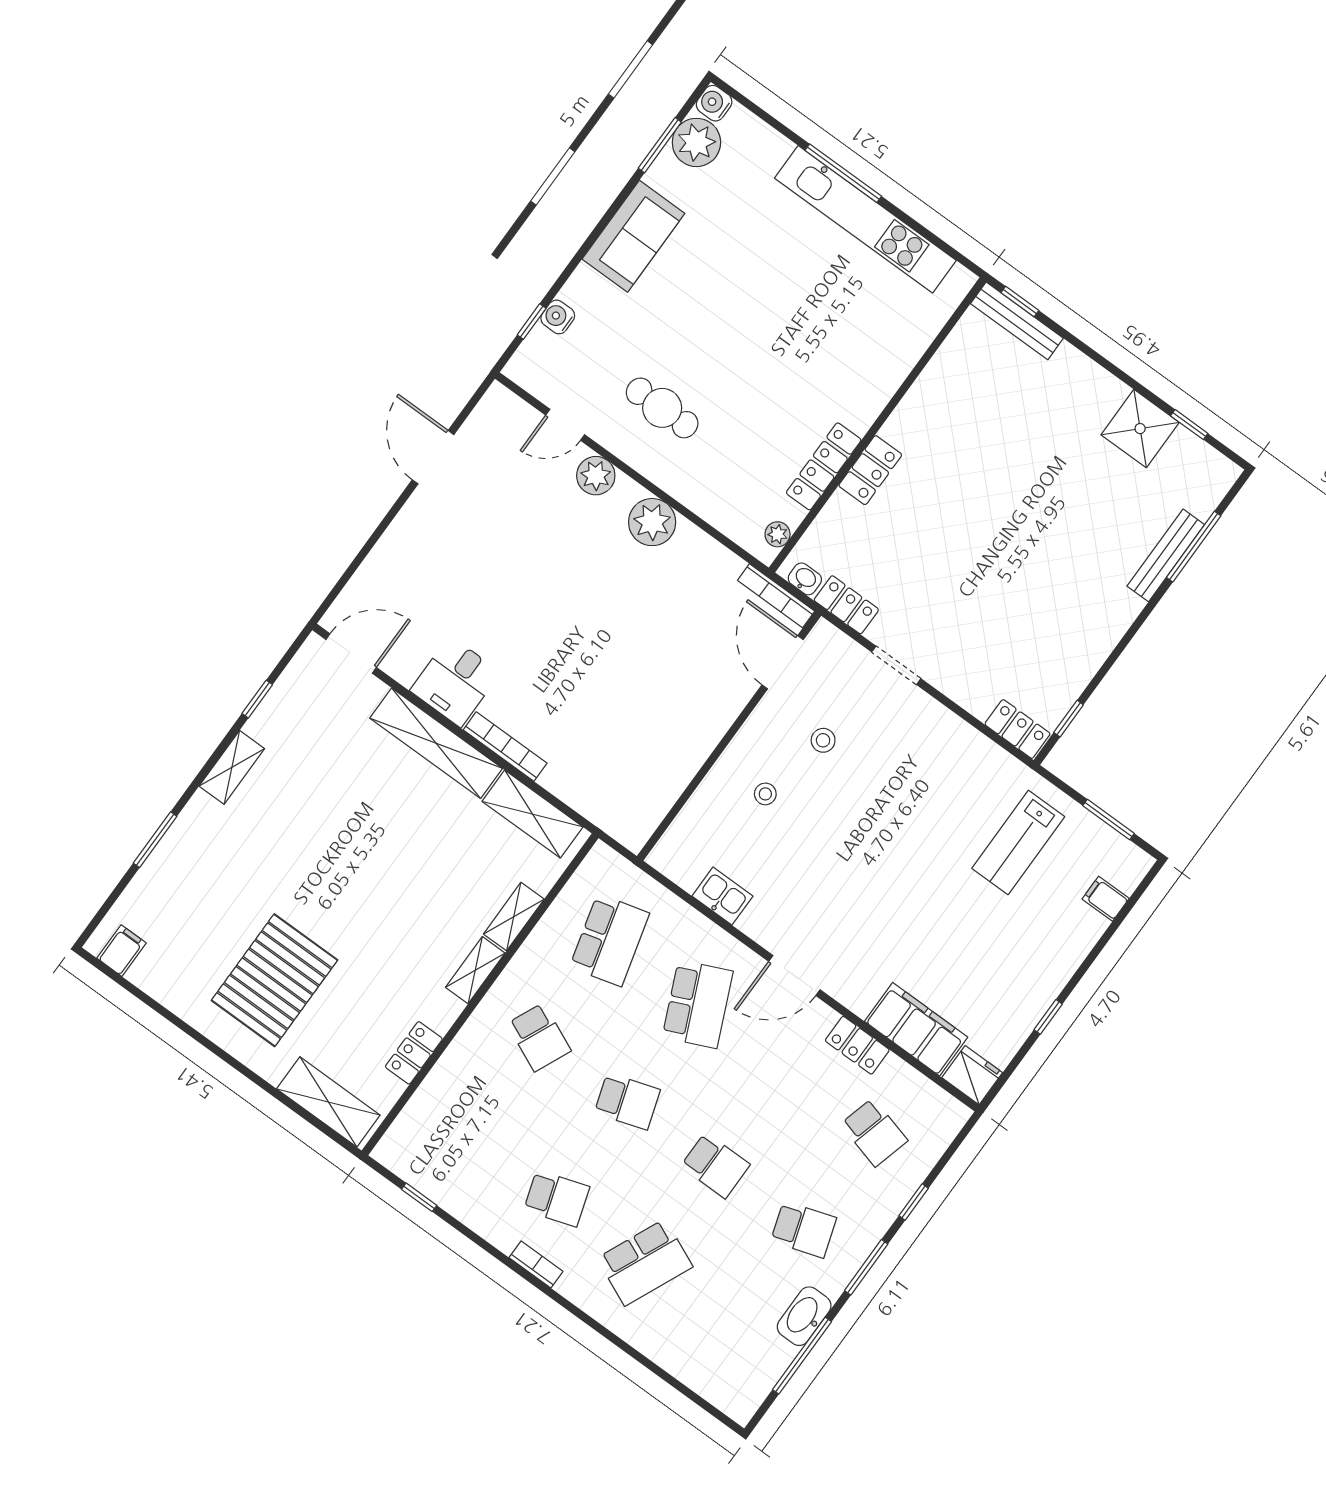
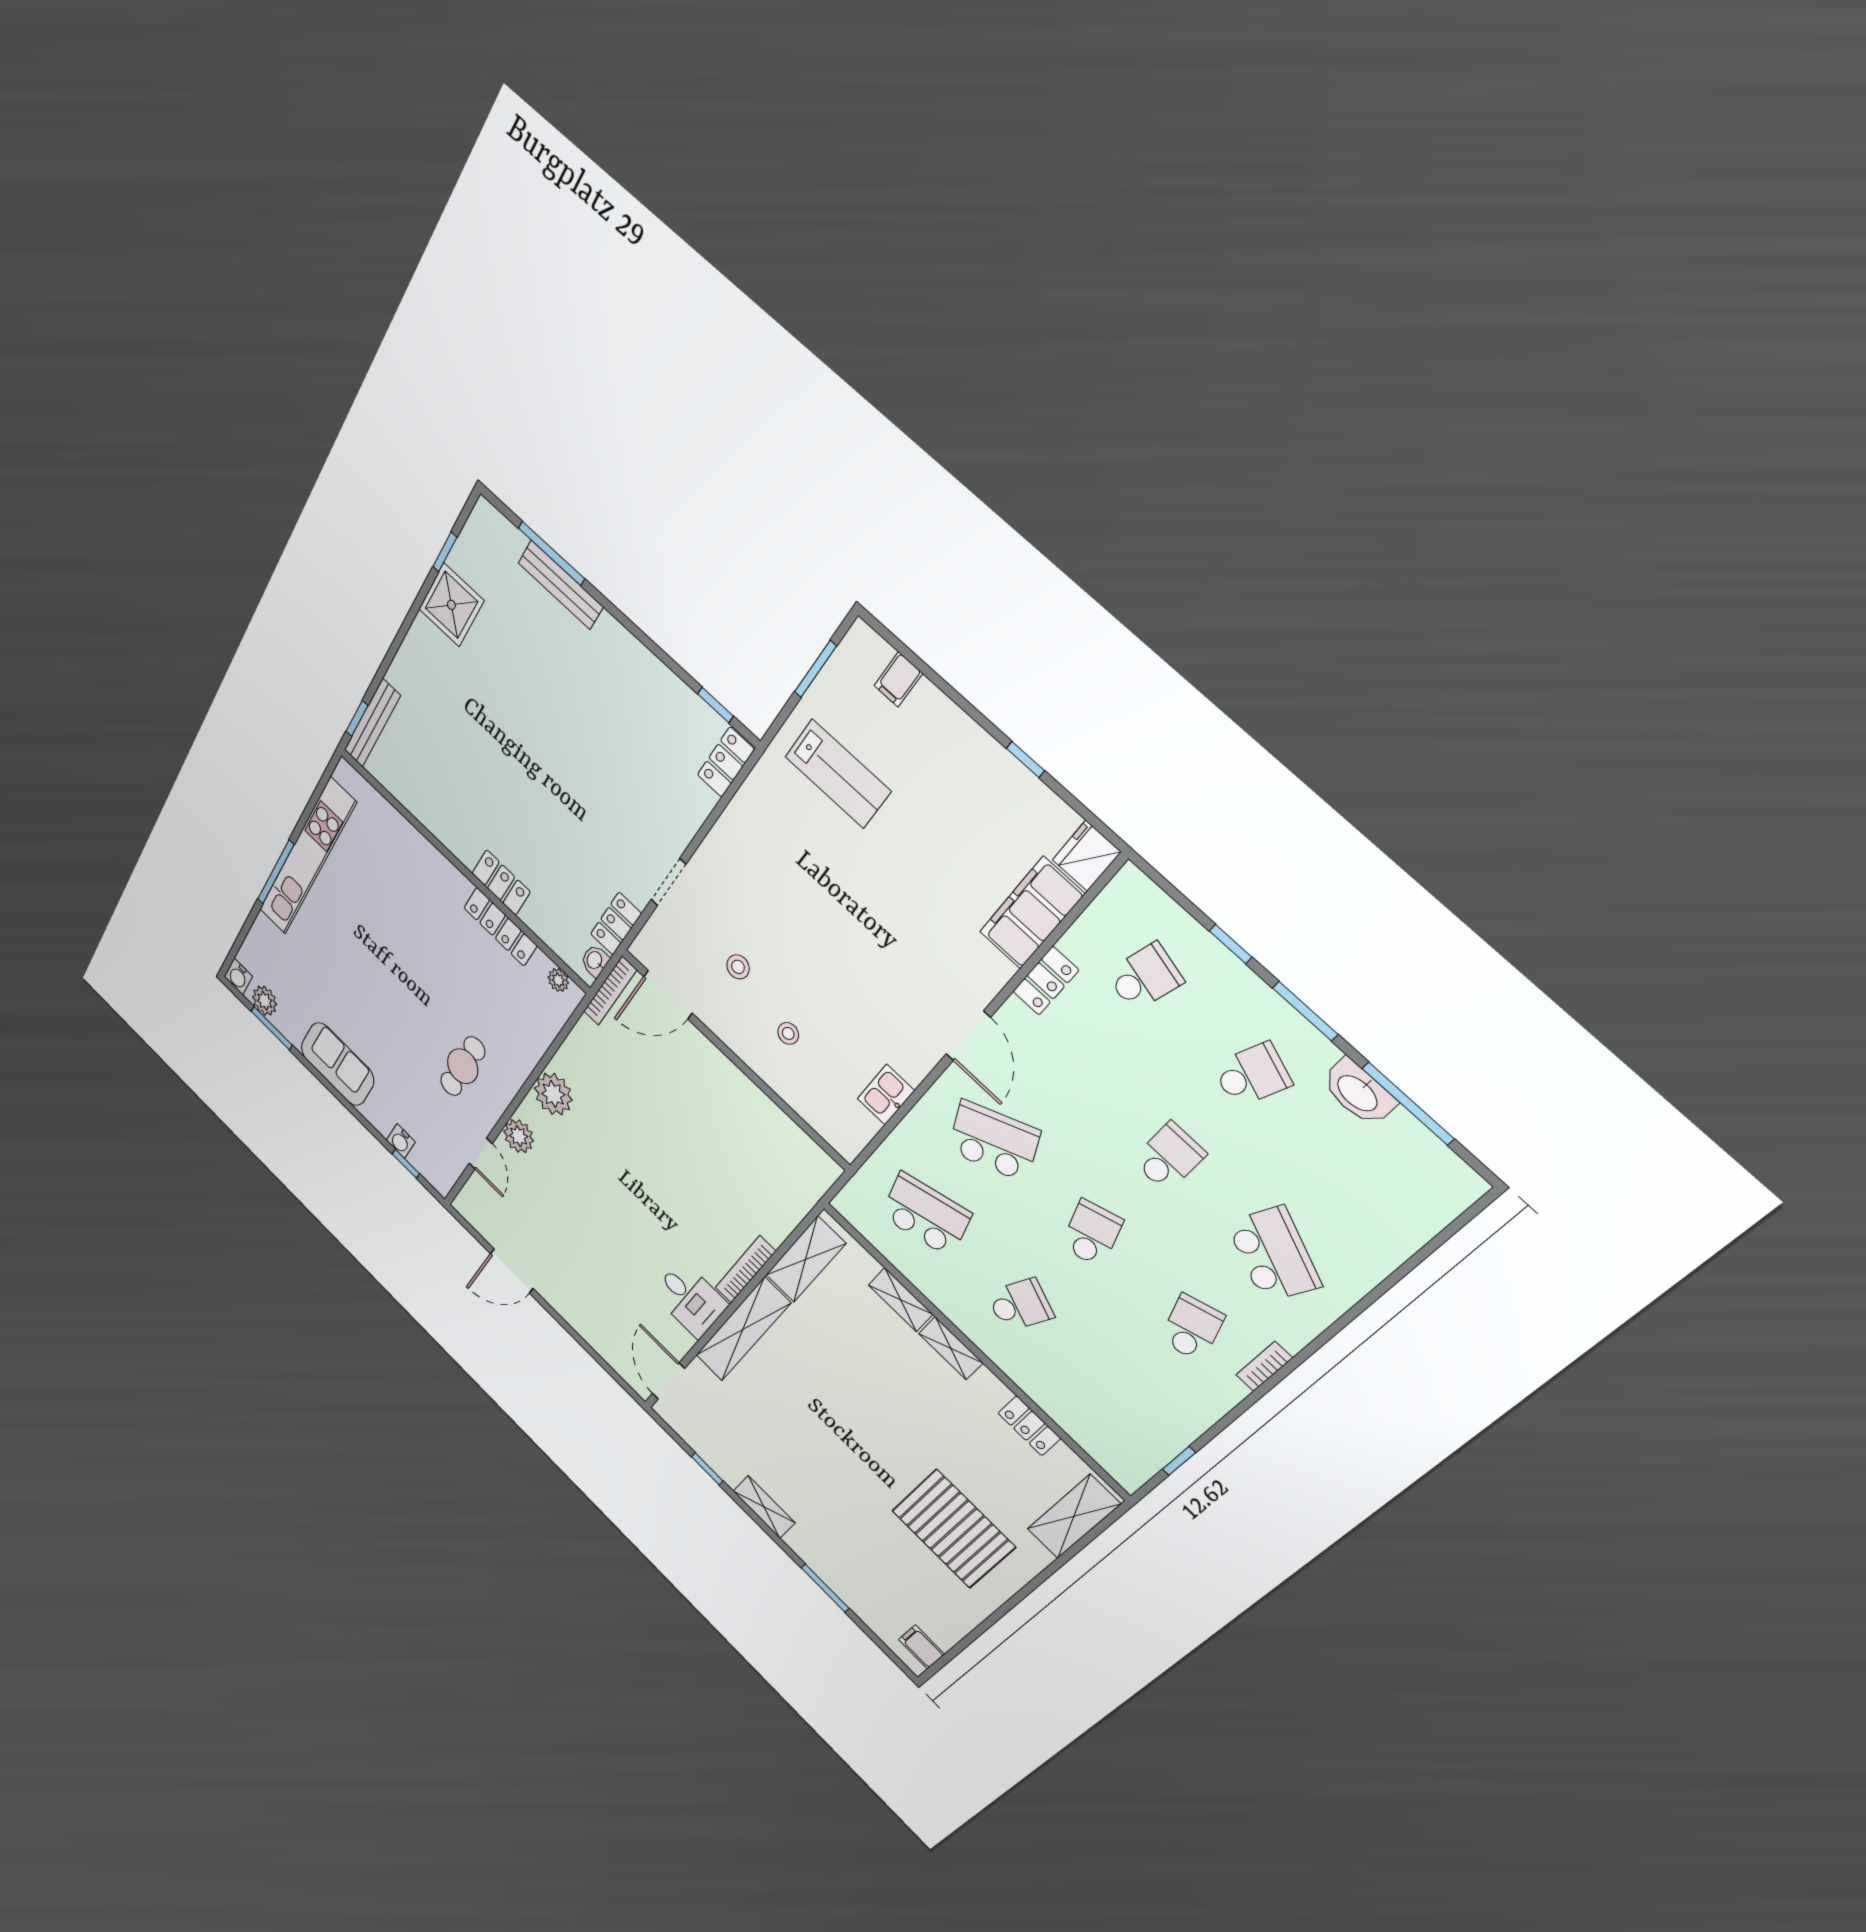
plant: (696, 142) -> (265, 1001), width x0.73, depth x0.73
school desk: (804, 1229) -> (1252, 1075), turned 39

